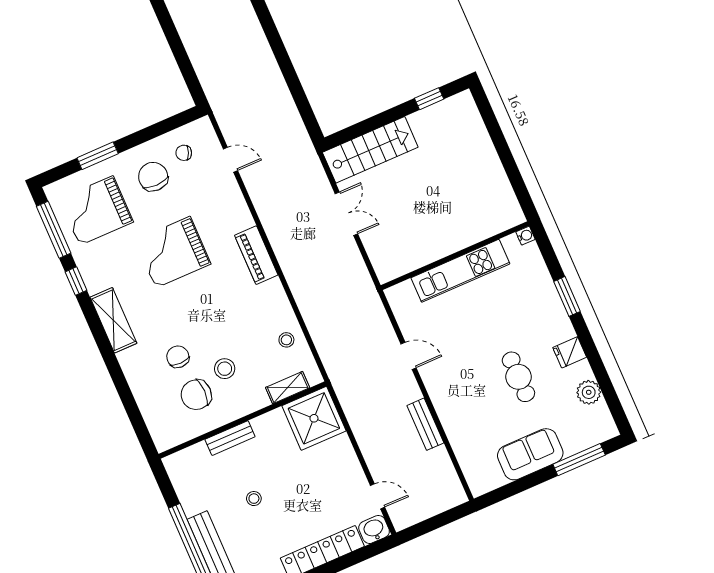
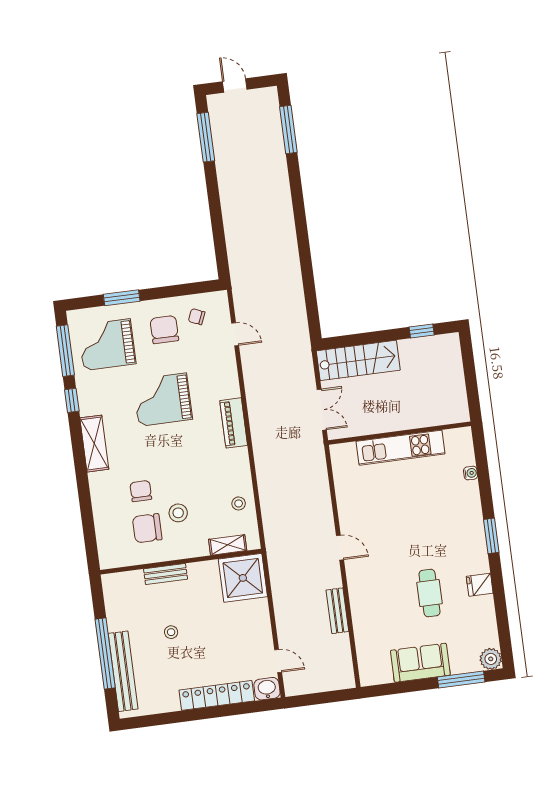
wall: (455, 256) -> (400, 433), moved
kitchen unit: (460, 271) -> (400, 448), moved
plant: (589, 392) -> (491, 659), moved

